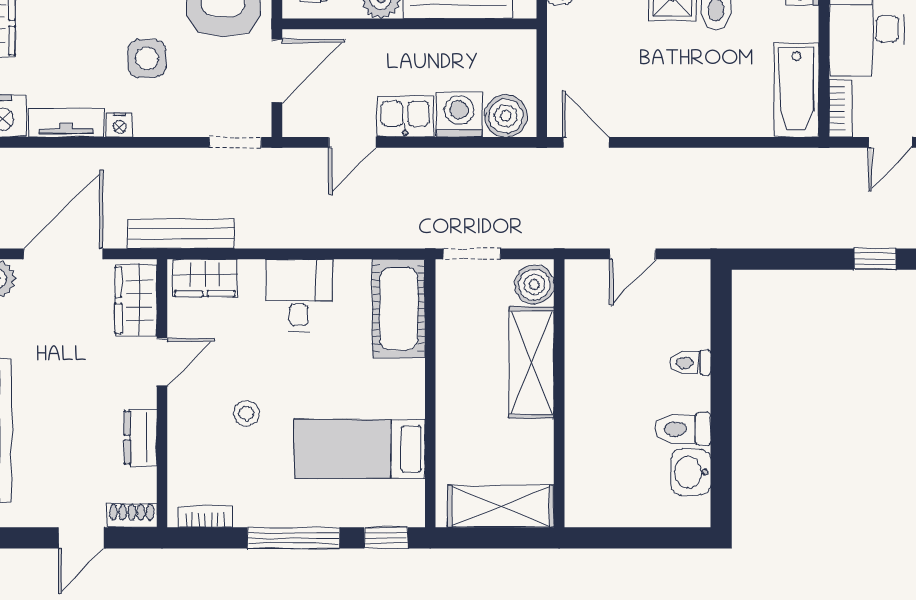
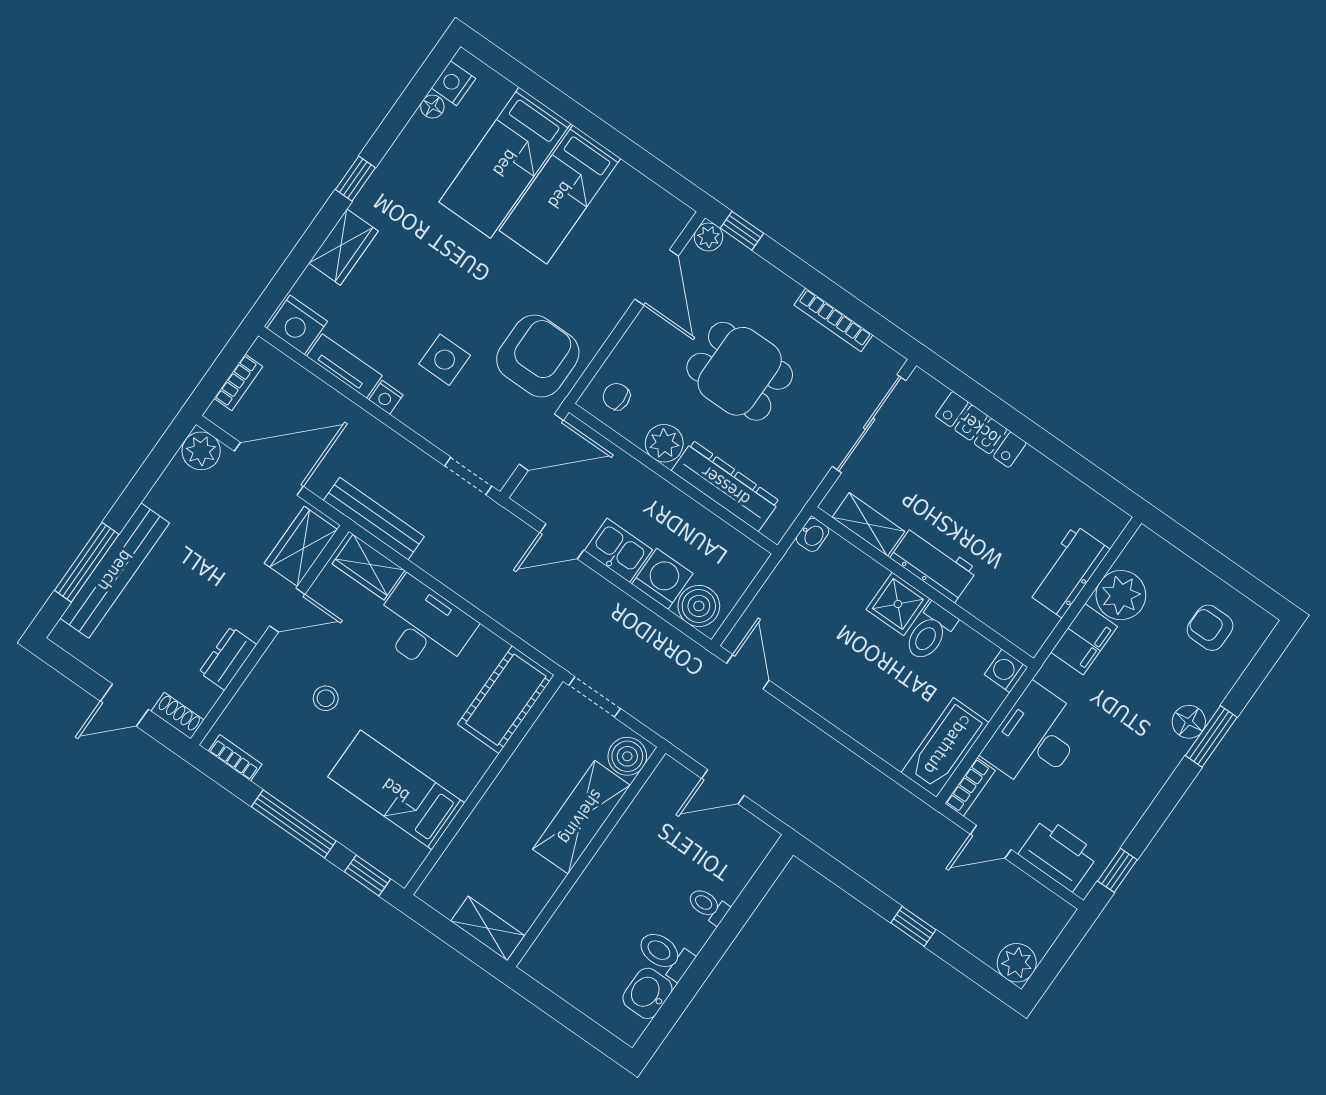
desk: (299, 295) -> (423, 626), width x1.37
shelving: (500, 506) -> (488, 928), width x0.67, depth x0.75

